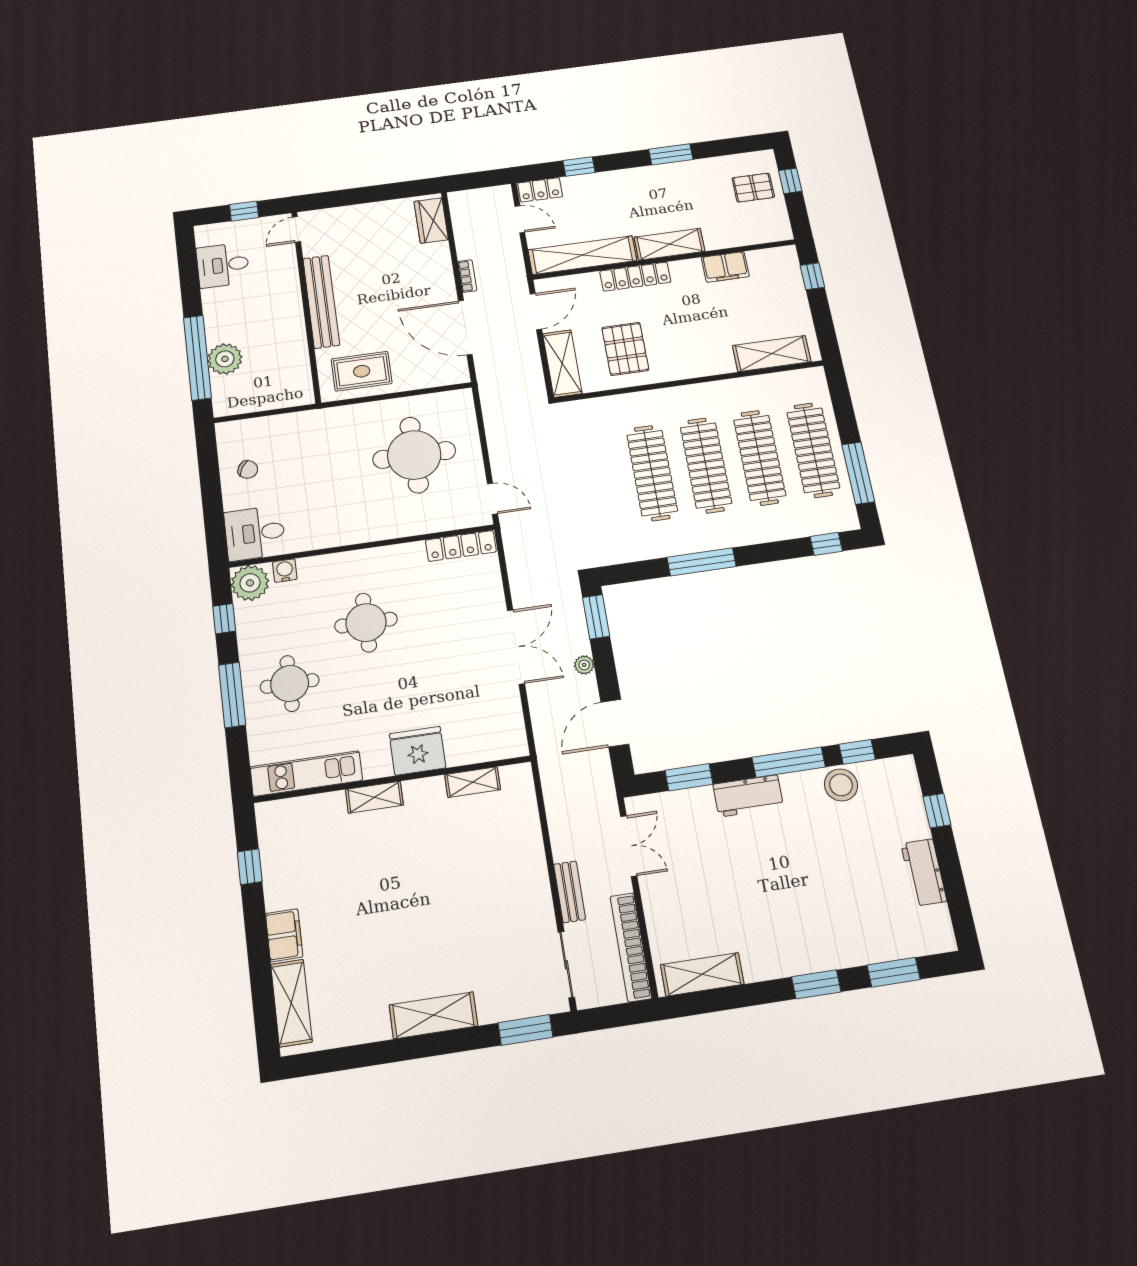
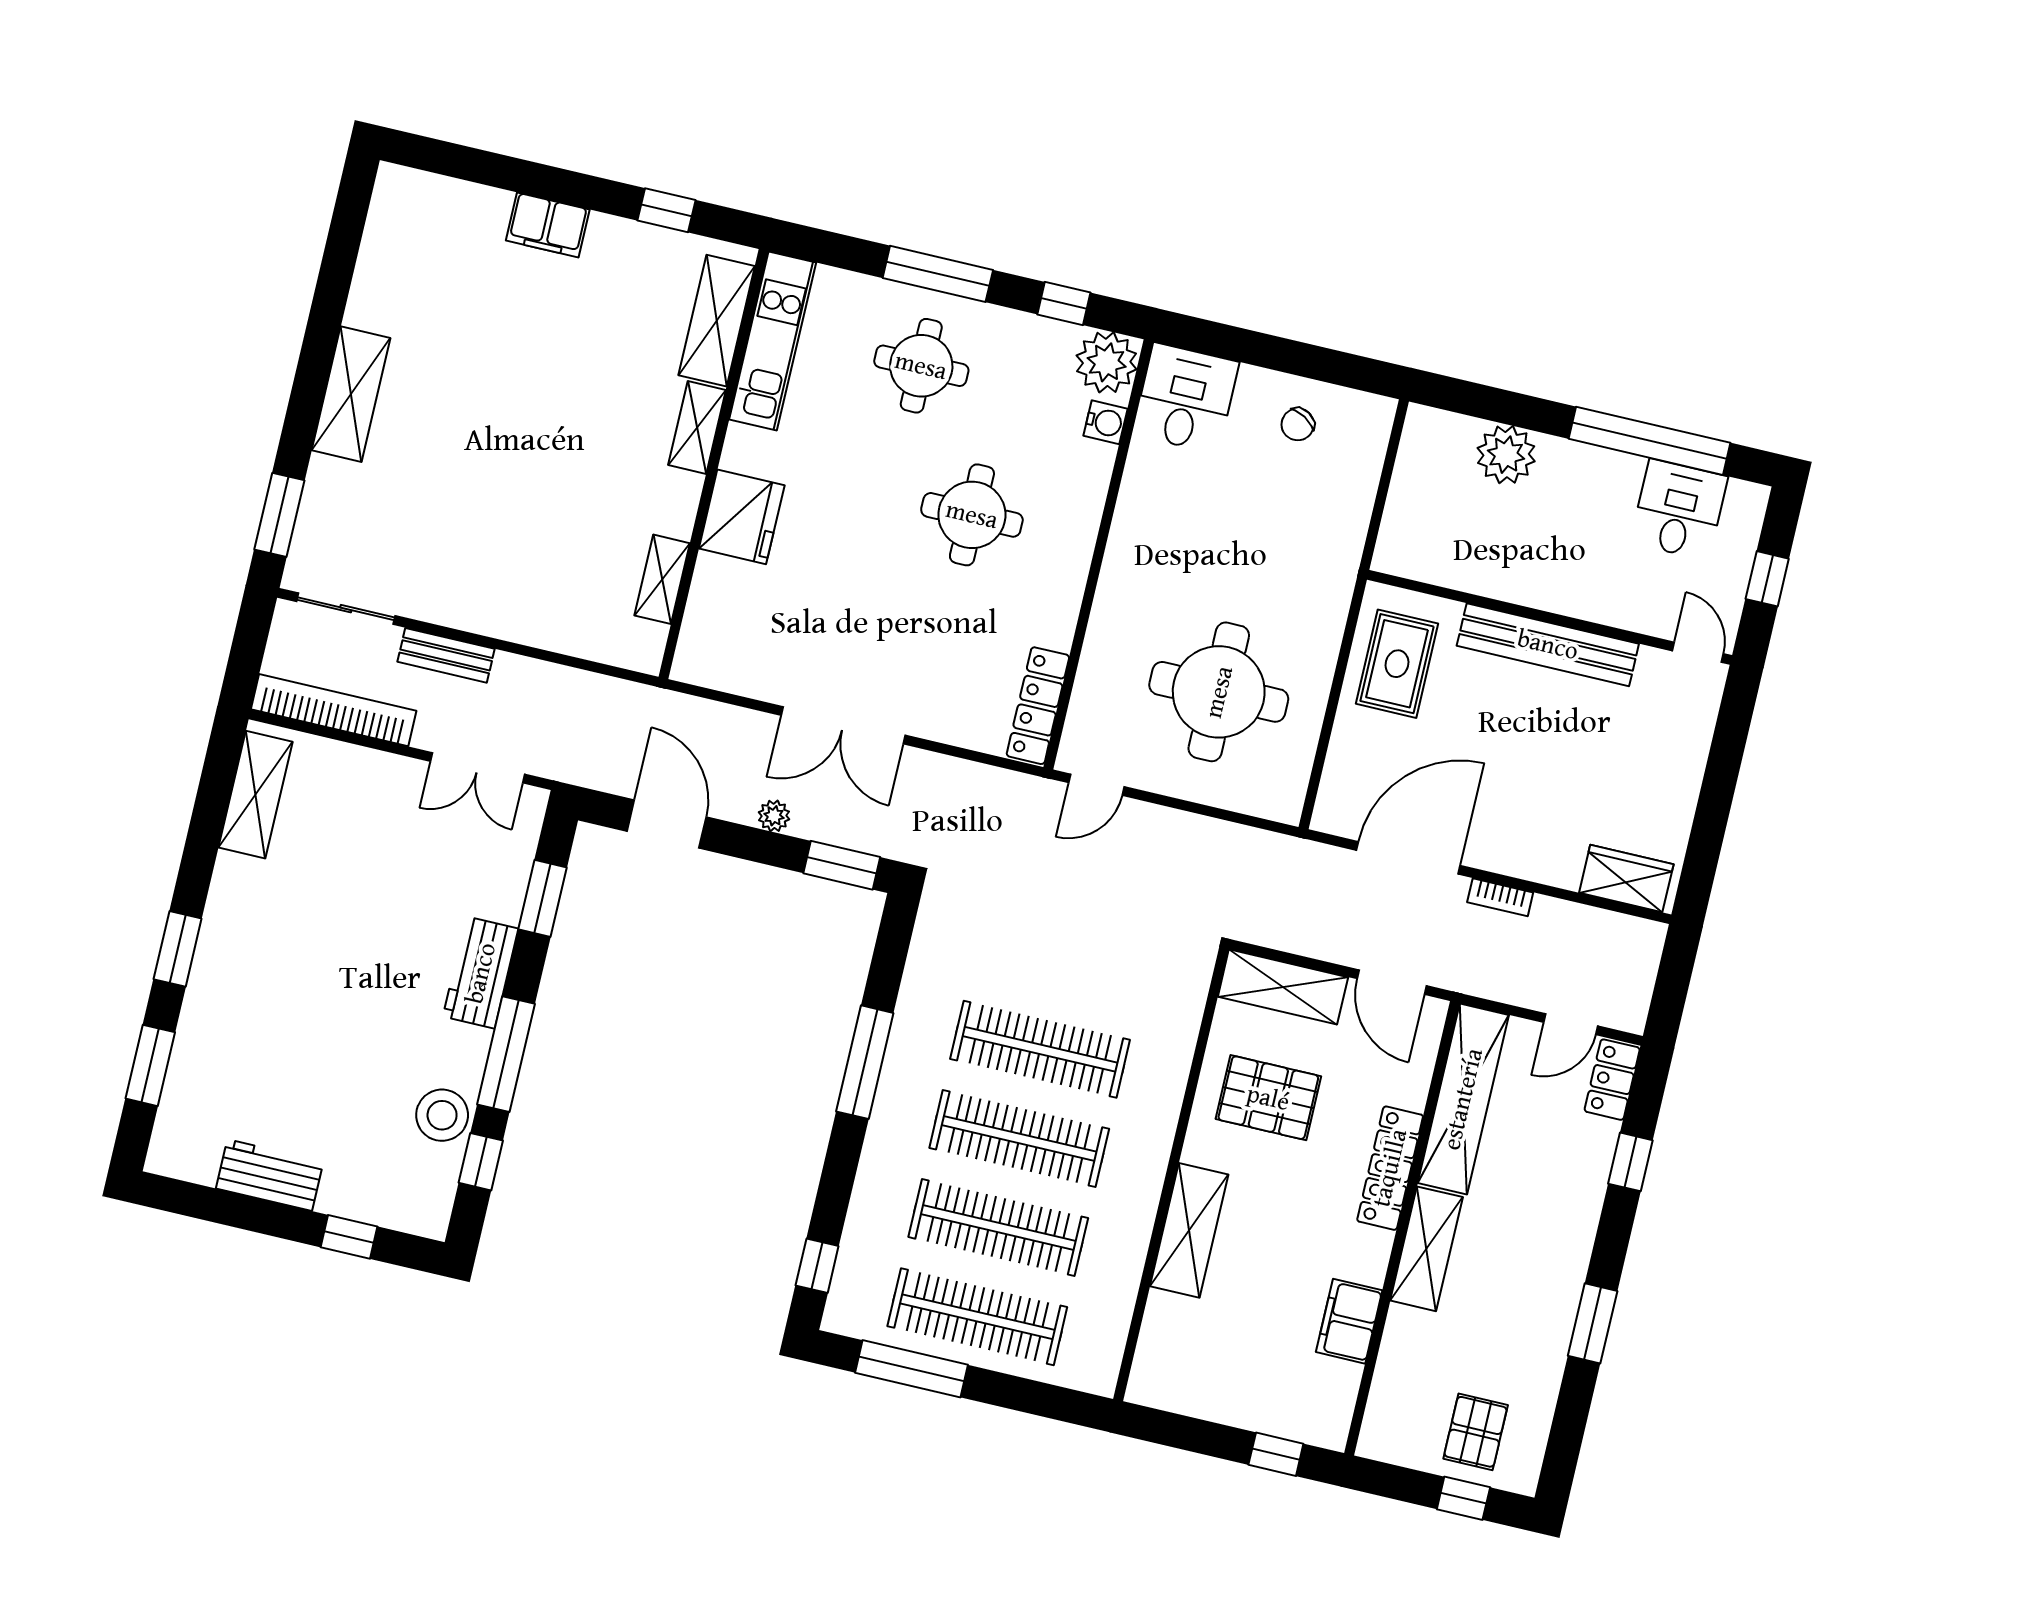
shelving: (772, 354) -> (1189, 1230), moved
window: (197, 358) -> (1650, 441), moved
shelving: (291, 1003) -> (717, 321), moved, turned 90

